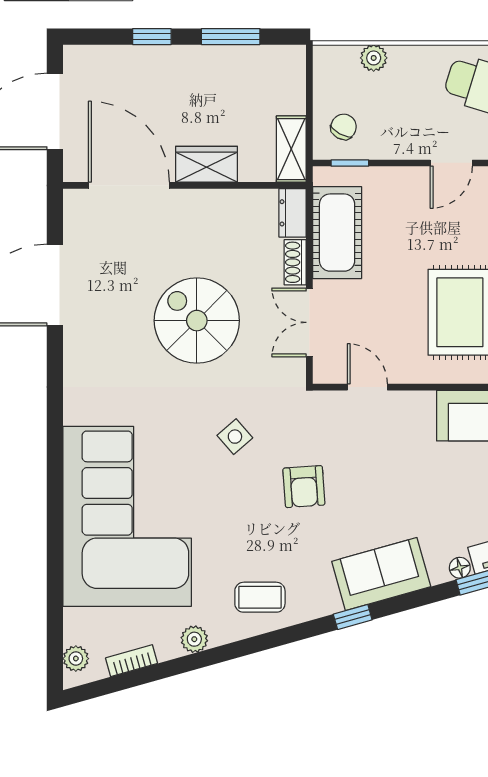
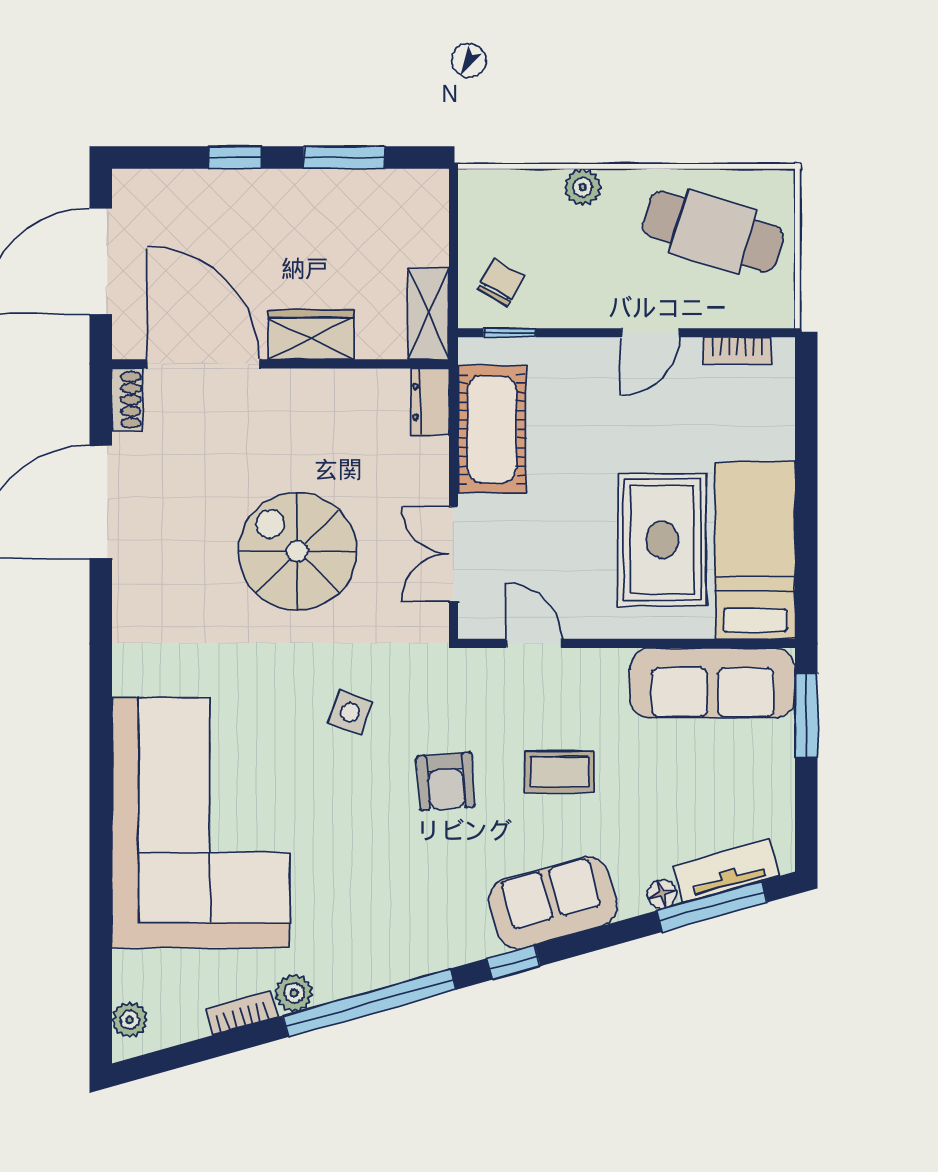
plant: (374, 58) -> (583, 187), moved
shoe rack: (295, 262) -> (127, 400), moved, turned 180
side table: (235, 437) -> (350, 712), turned -30
coffee table: (260, 597) -> (559, 772), moved
window: (249, 646) -> (369, 1003), added
bookcase: (132, 661) -> (241, 1013), moved

